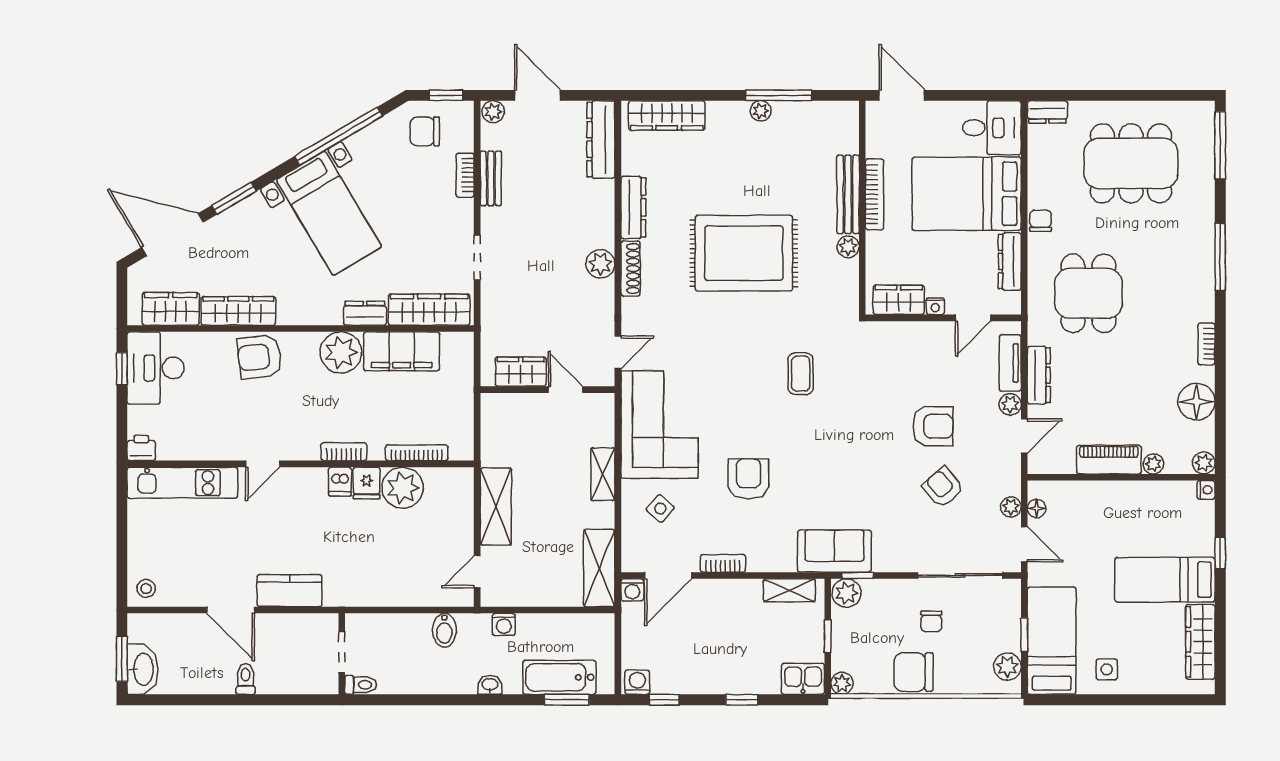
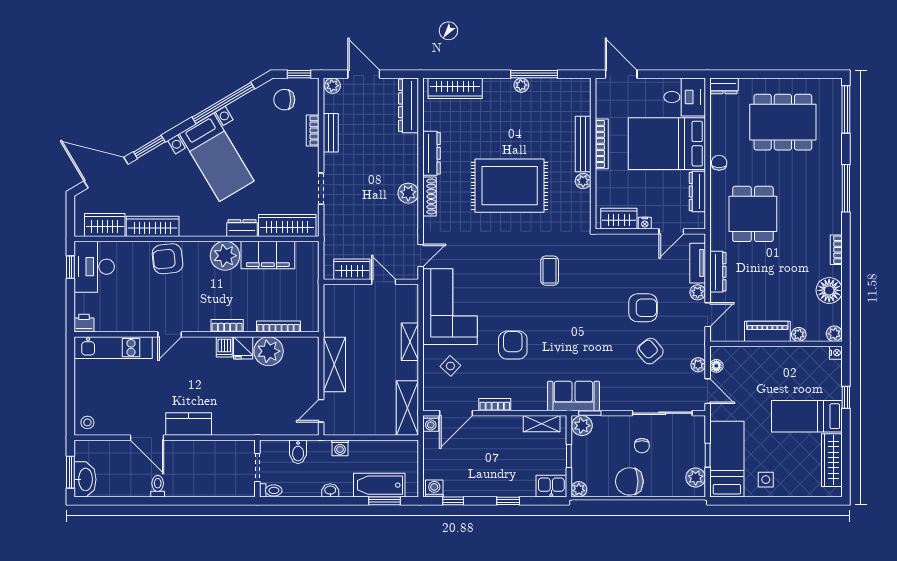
doorway: (342, 652) -> (257, 468), moved
wall: (342, 654) -> (257, 469), moved
toilet: (361, 685) -> (271, 490), moved

